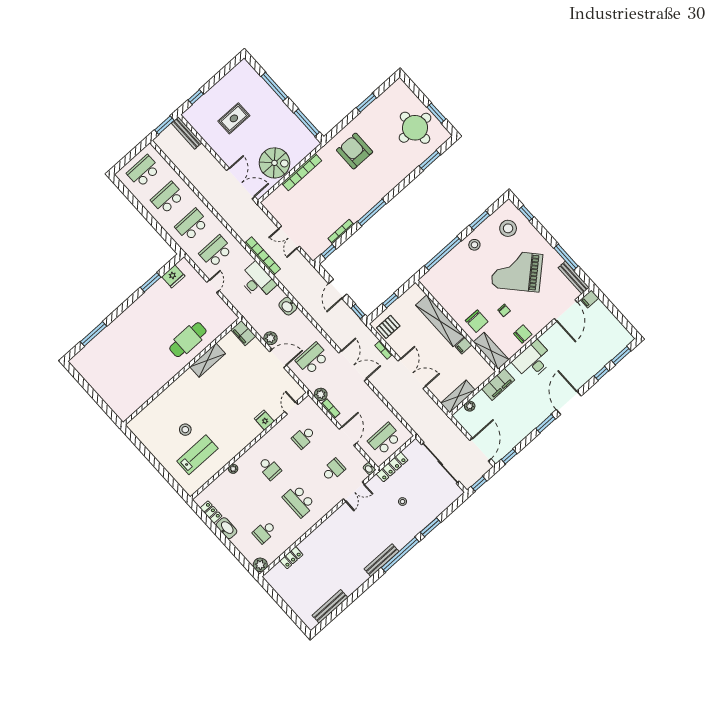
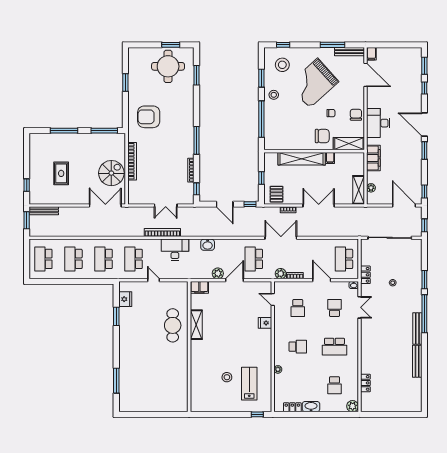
locker: (392, 467) -> (365, 275), width x0.66
window: (176, 487) -> (257, 414), added
bench: (330, 606) -> (417, 361), moved

